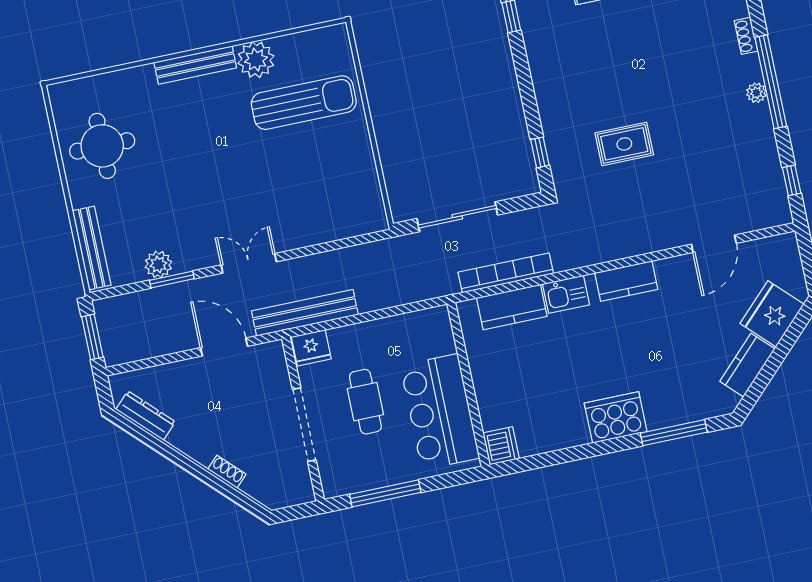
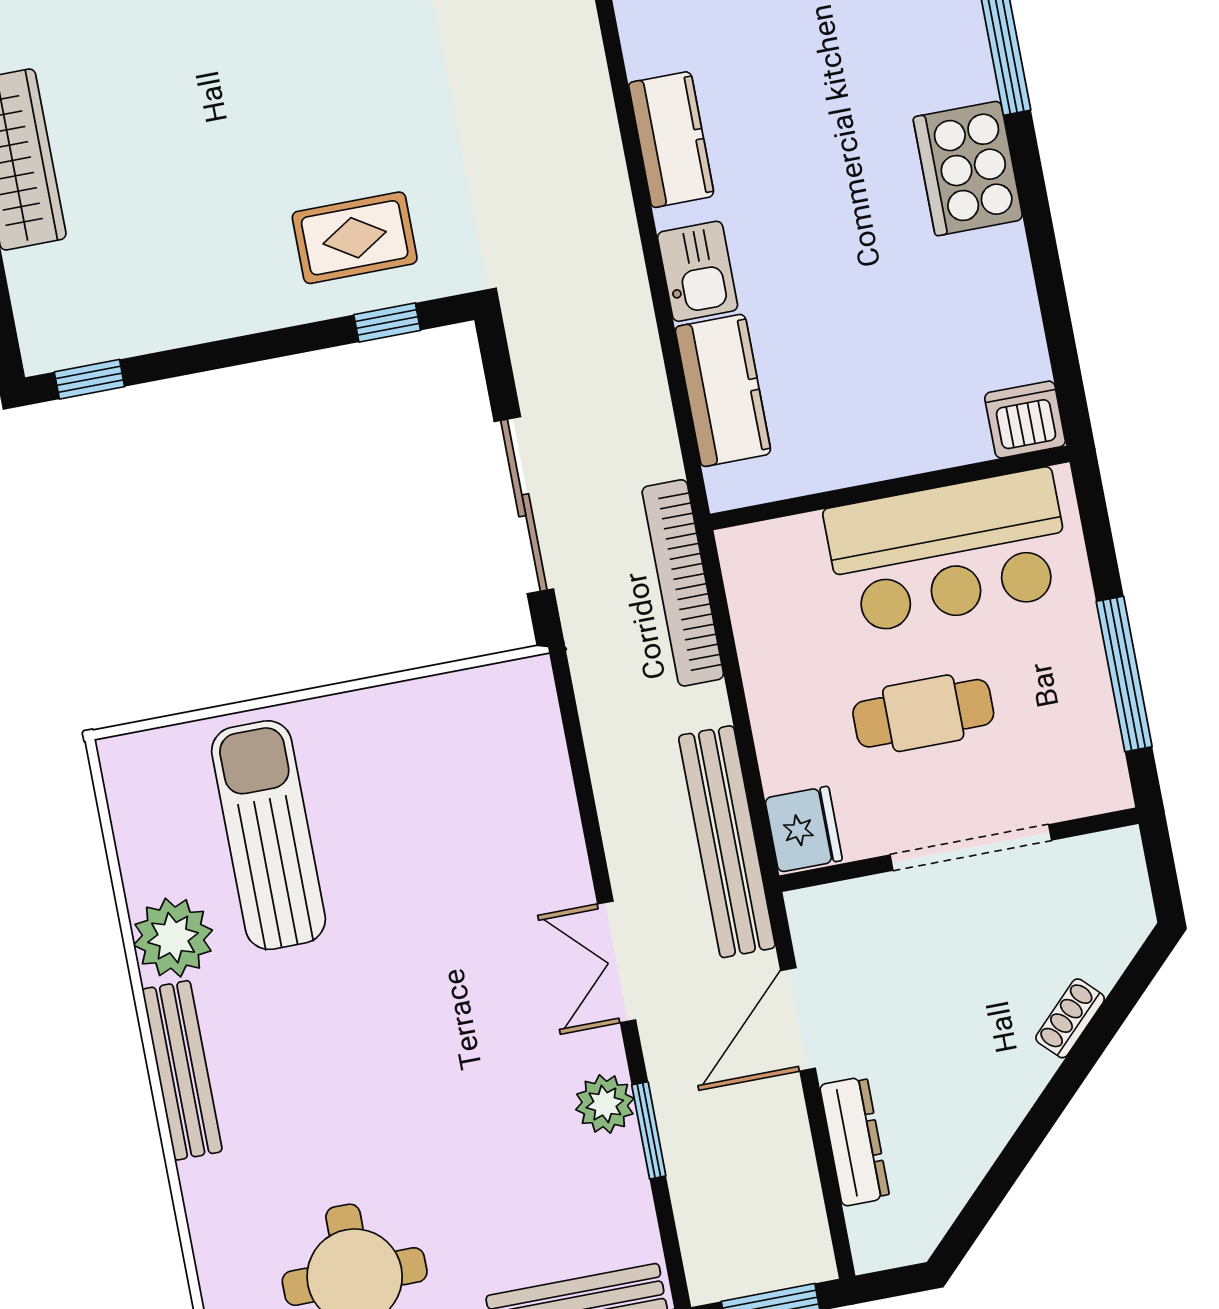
rug: (624, 144) -> (355, 238), moved, turned 90
plant: (158, 264) -> (605, 1104), moved
bookcase: (506, 273) -> (683, 583), moved
dresser: (146, 416) -> (855, 1141), moved, turned 135

